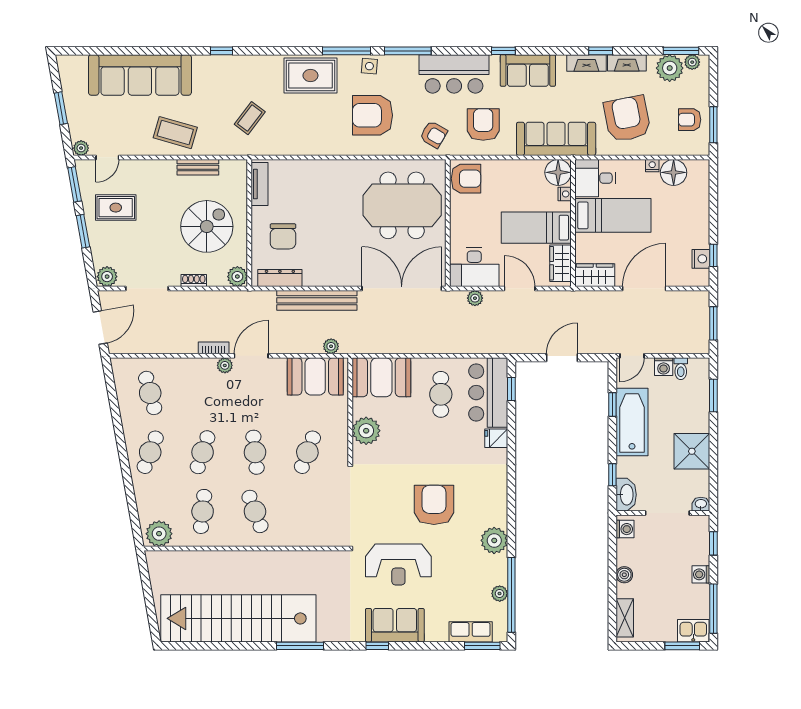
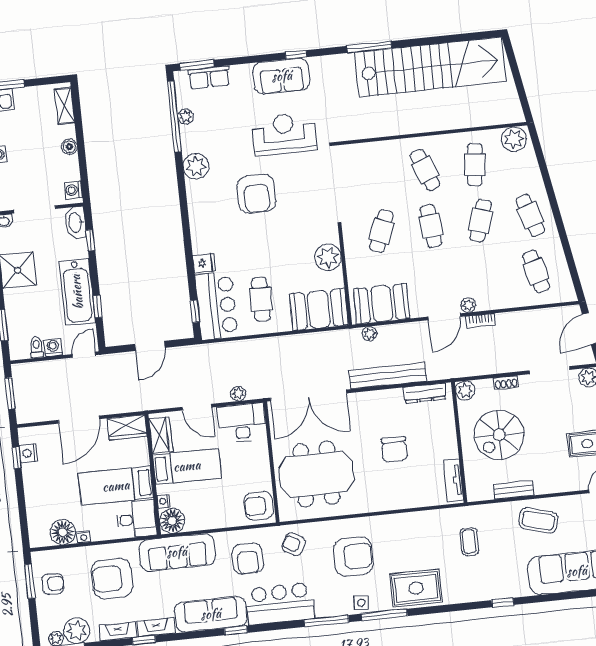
sofa: (528, 70) -> (211, 614), width x1.36
coffee table: (250, 118) -> (469, 542), turned -37
armchair: (627, 119) -> (112, 579), turned 101
chair: (283, 236) -> (394, 449), moved, turned 180
cafe table: (150, 452) -> (530, 215), turned -39

